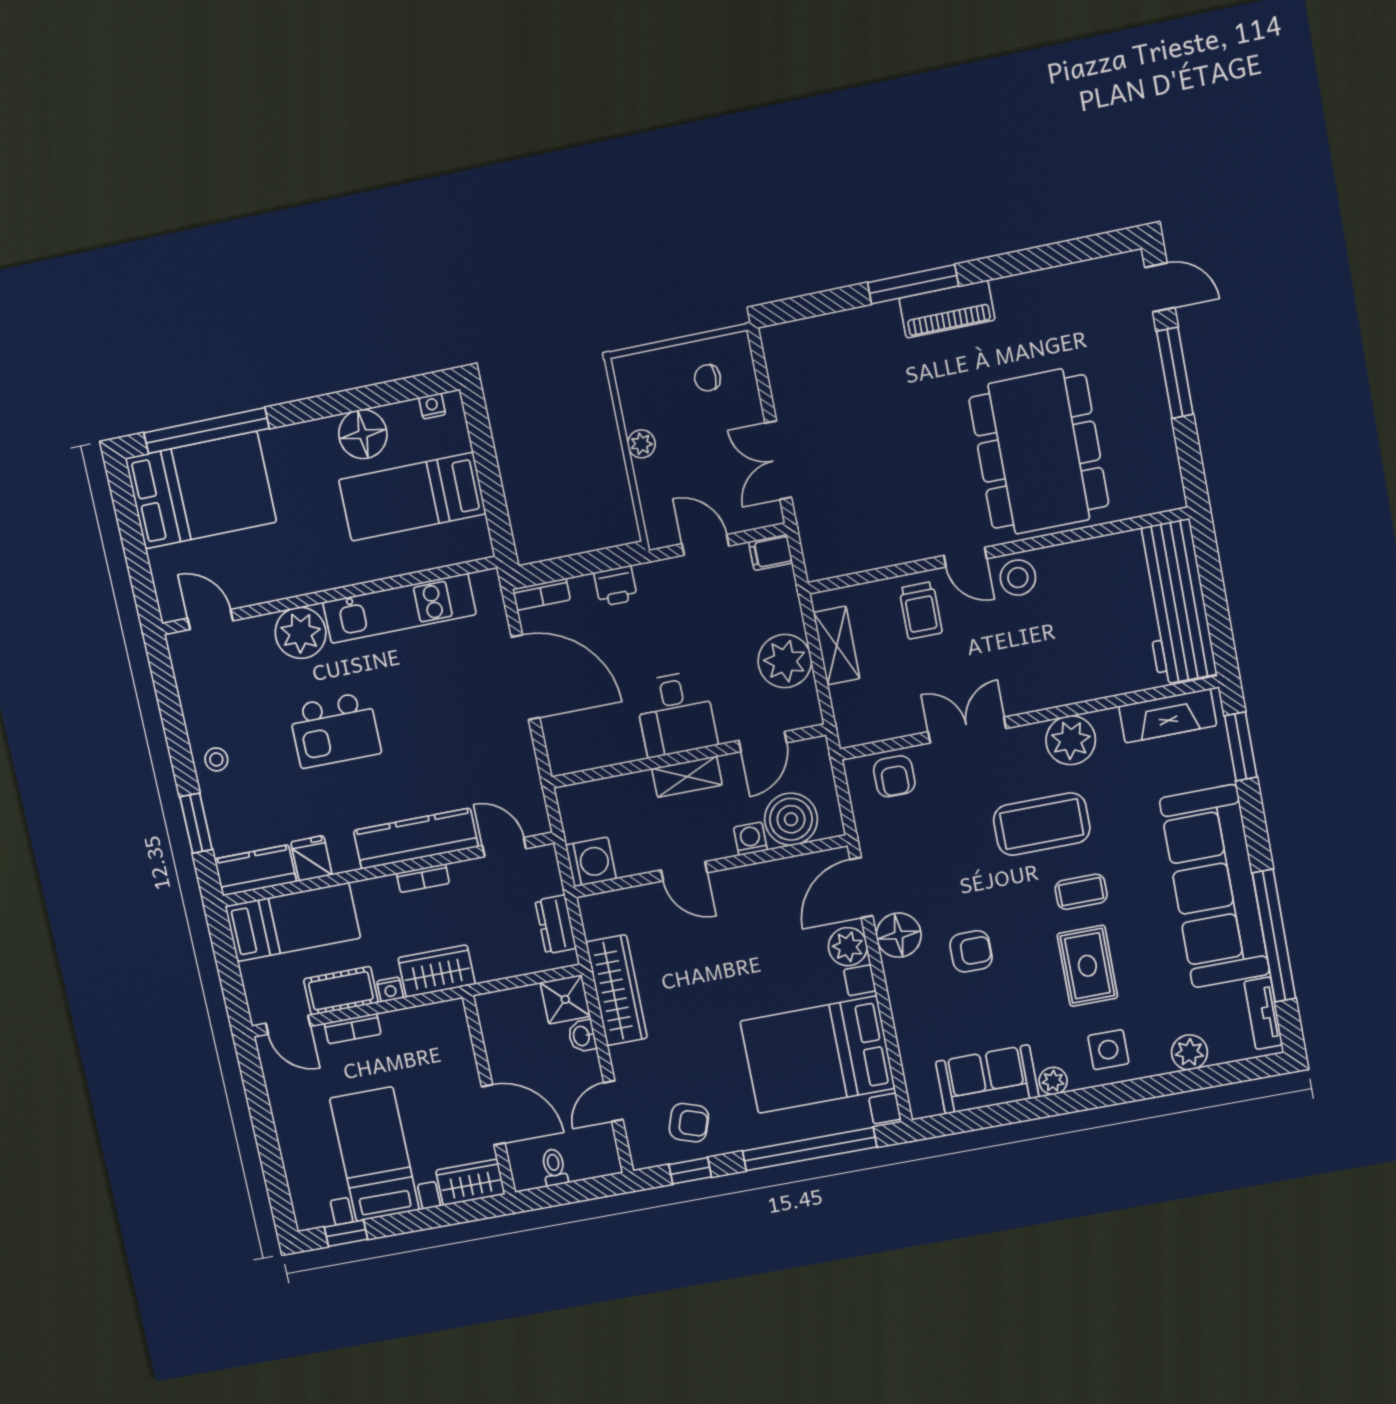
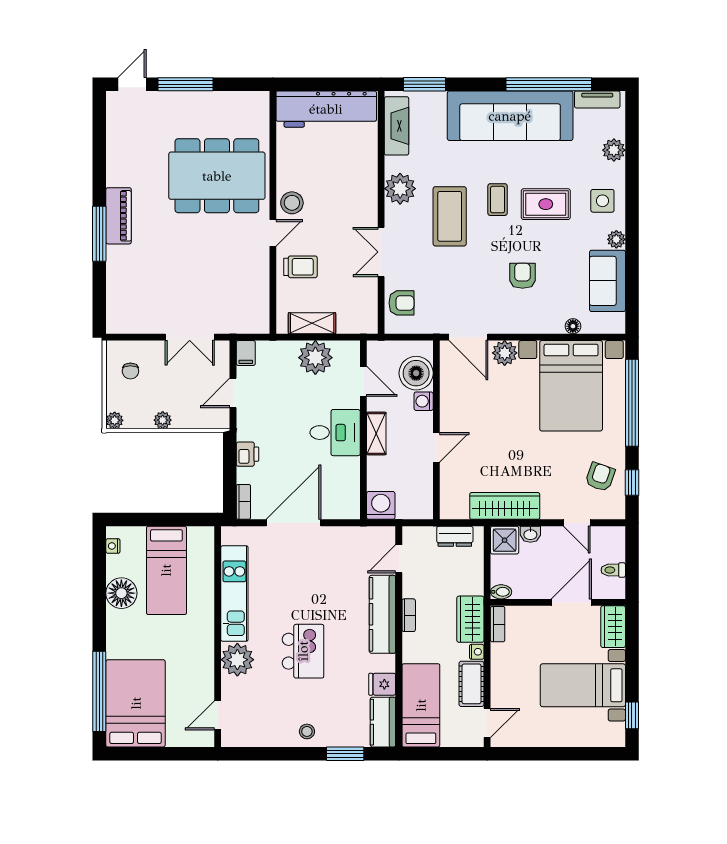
plant: (626, 369) -> (115, 420), added
washing machine: (591, 862) -> (381, 505), moved
floor lamp: (899, 935) -> (573, 326), moved, width x0.53, depth x0.53
bidet: (487, 1009) -> (501, 592), added
bookcase: (353, 1029) -> (498, 624), moved

